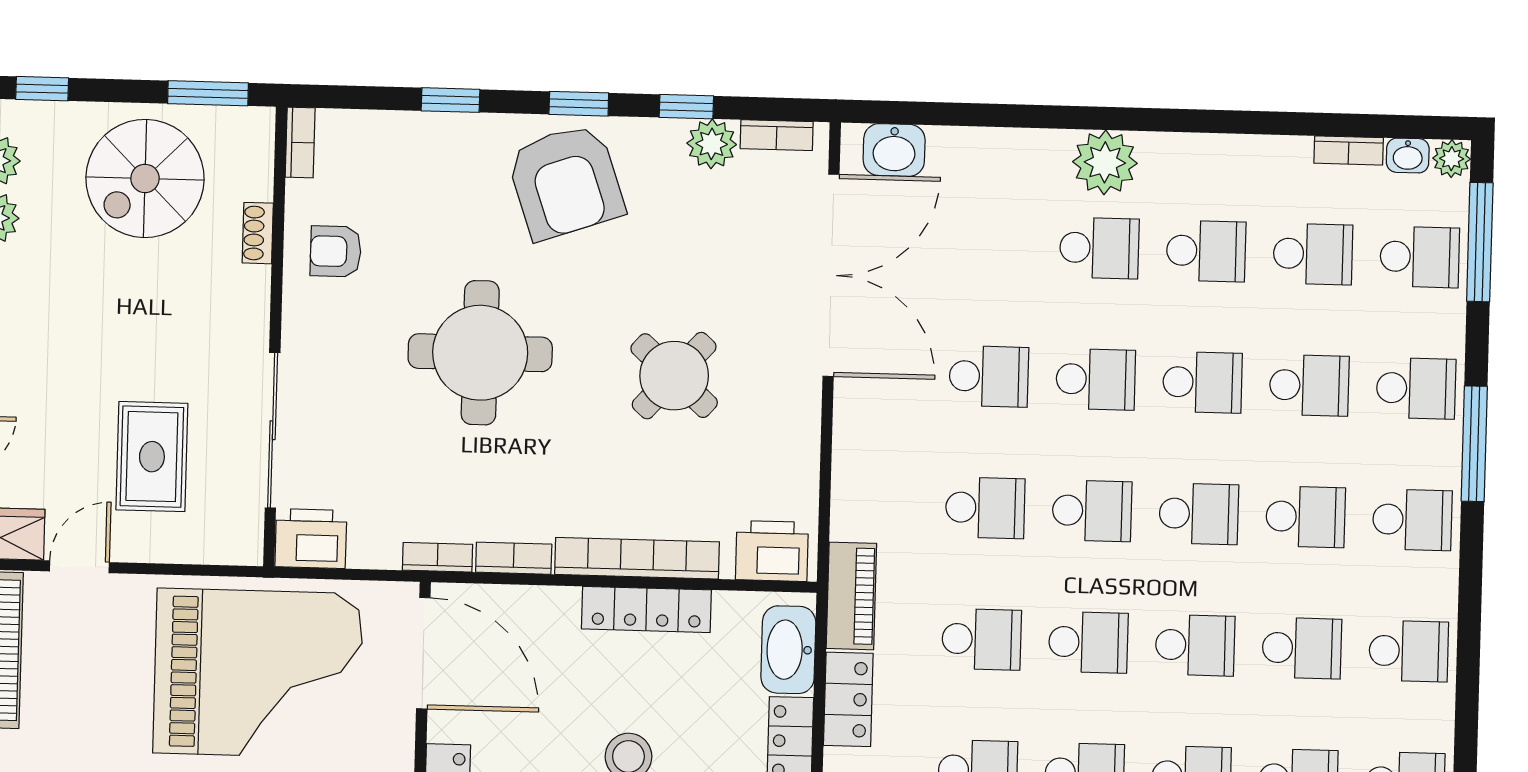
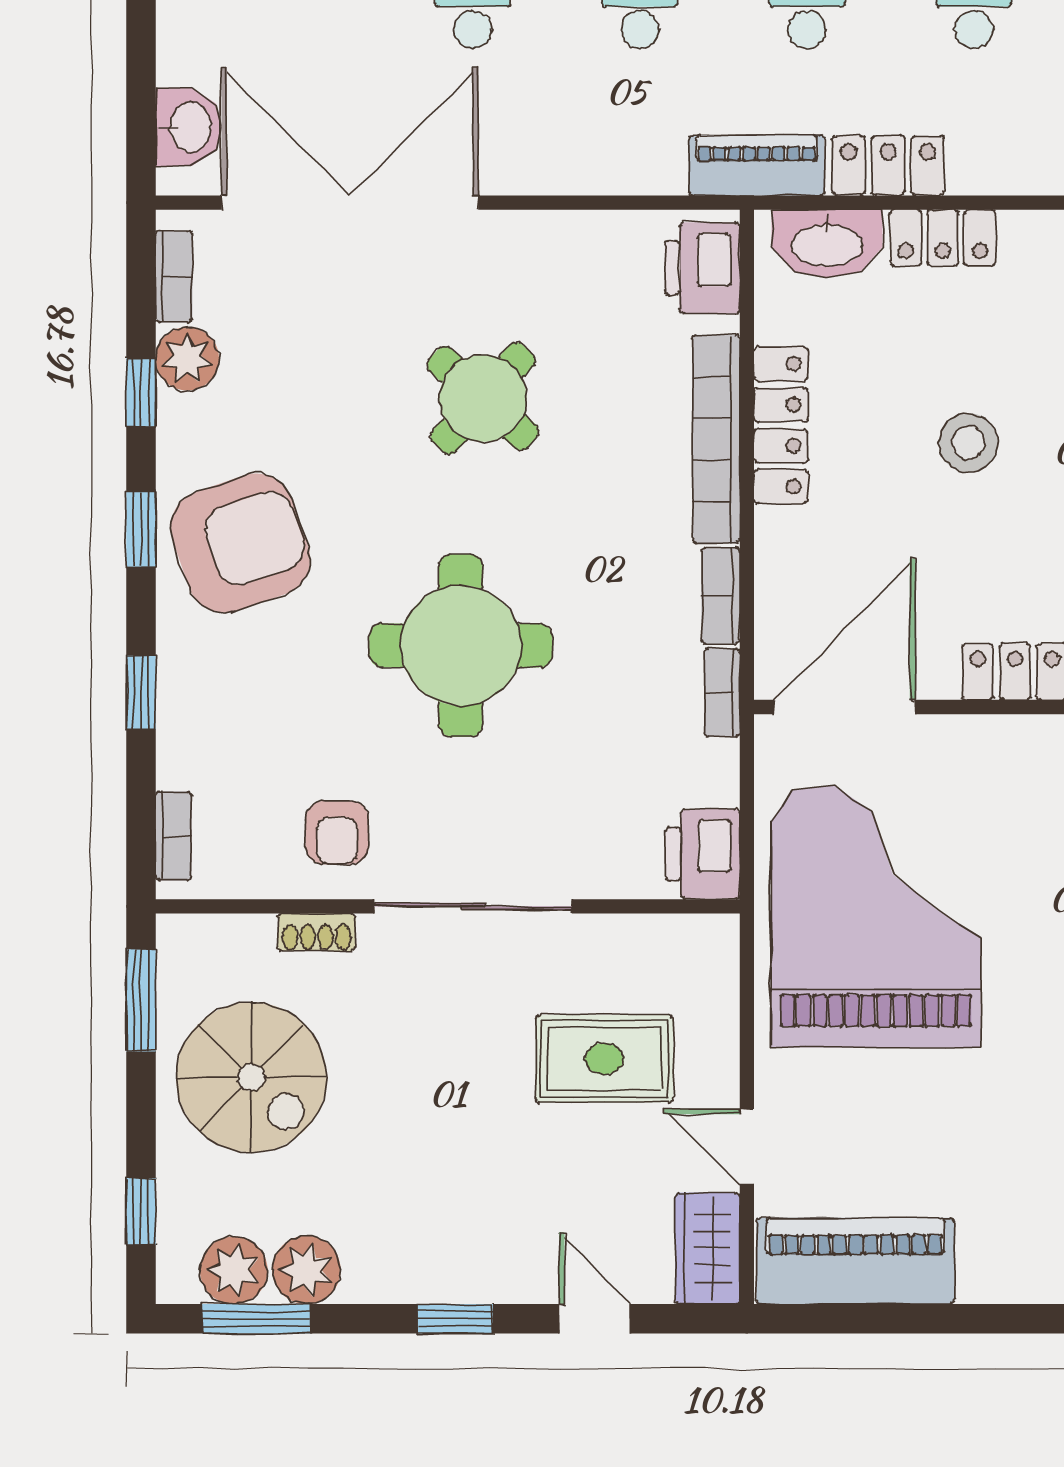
bookcase: (300, 143) -> (173, 836), moved, turned 90
sliding door: (273, 430) -> (473, 906), moved

